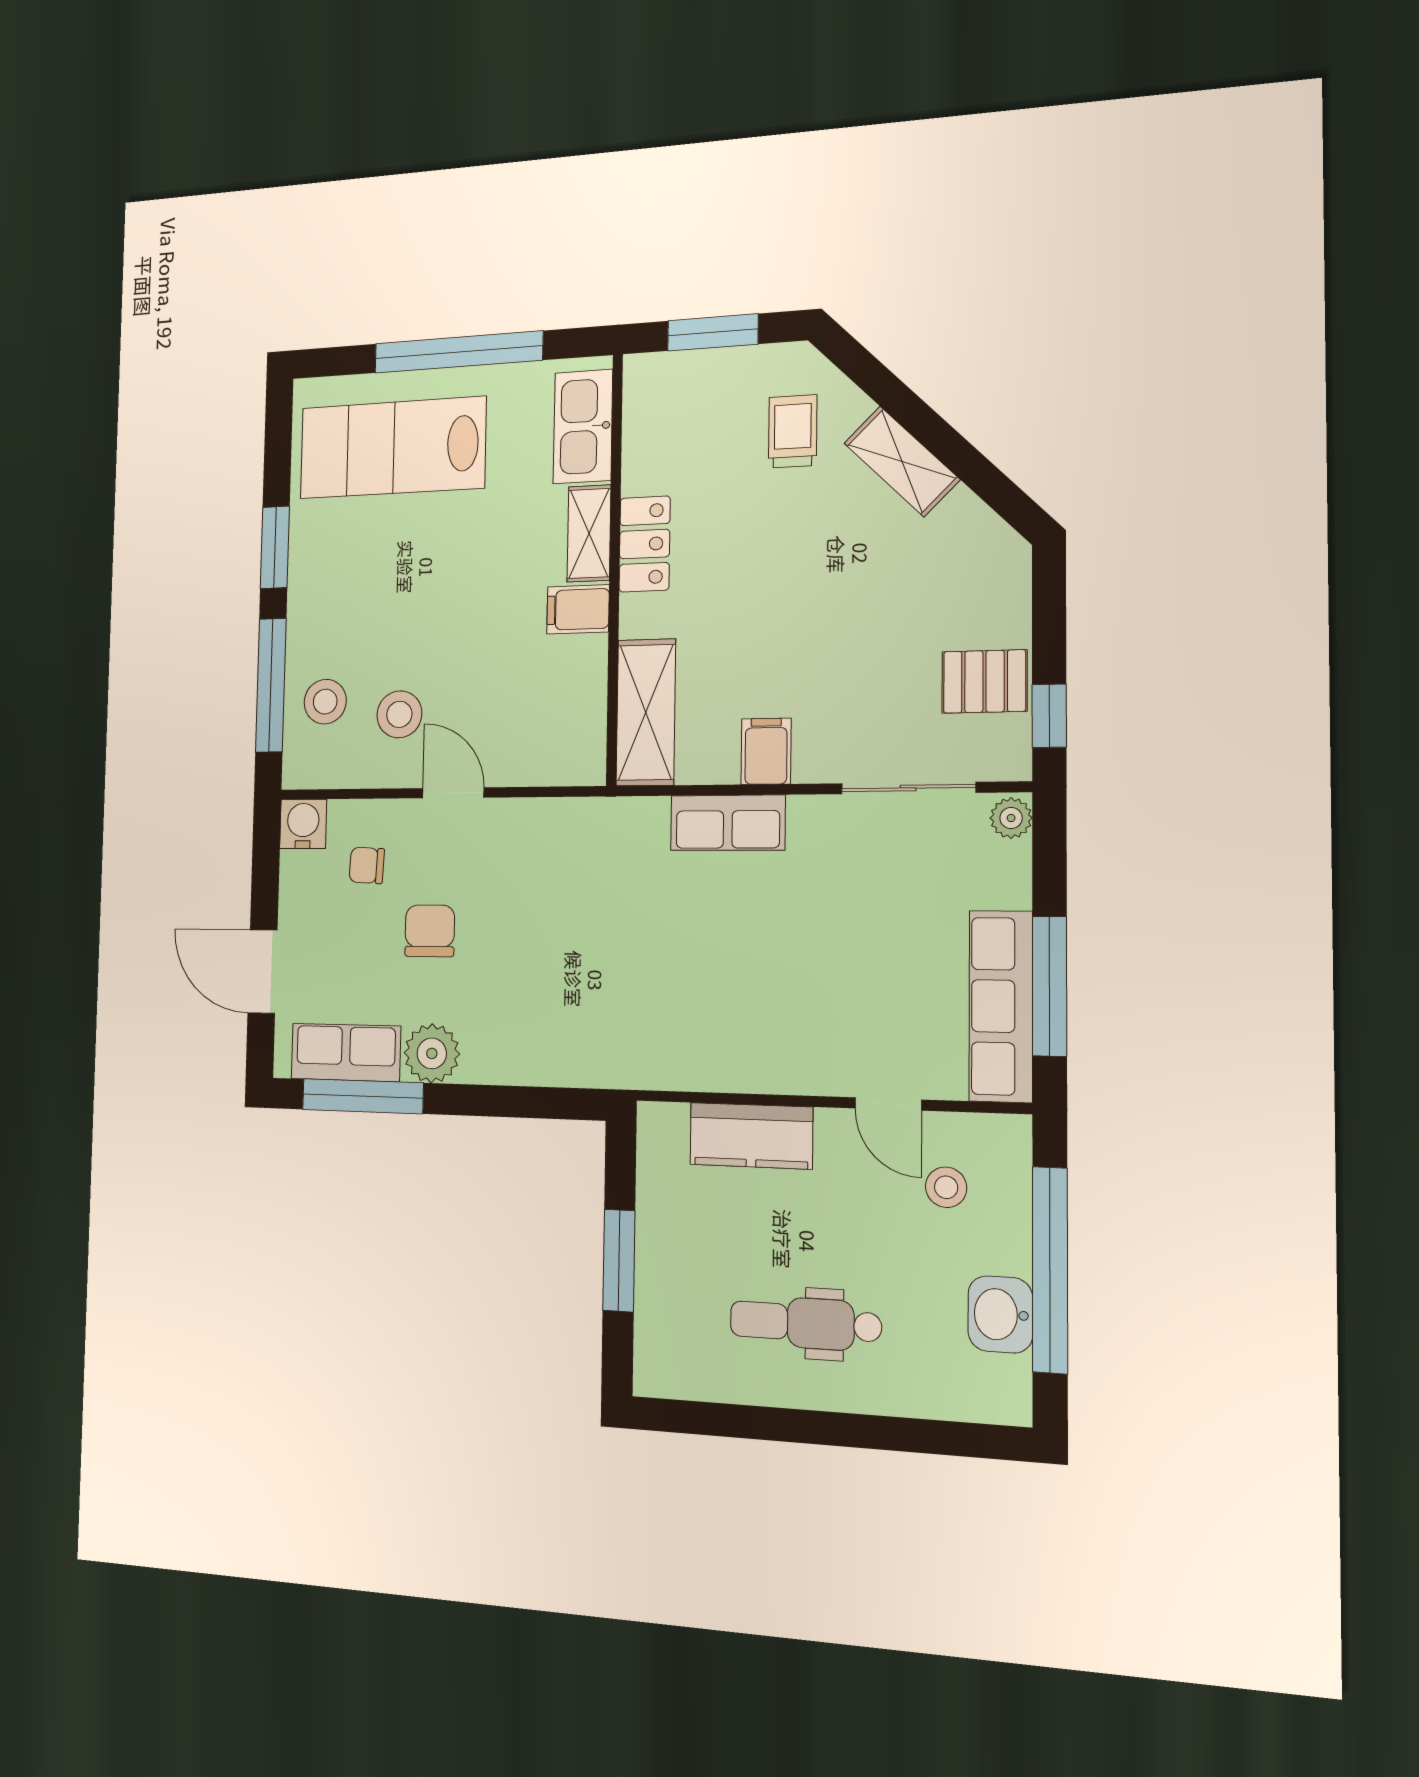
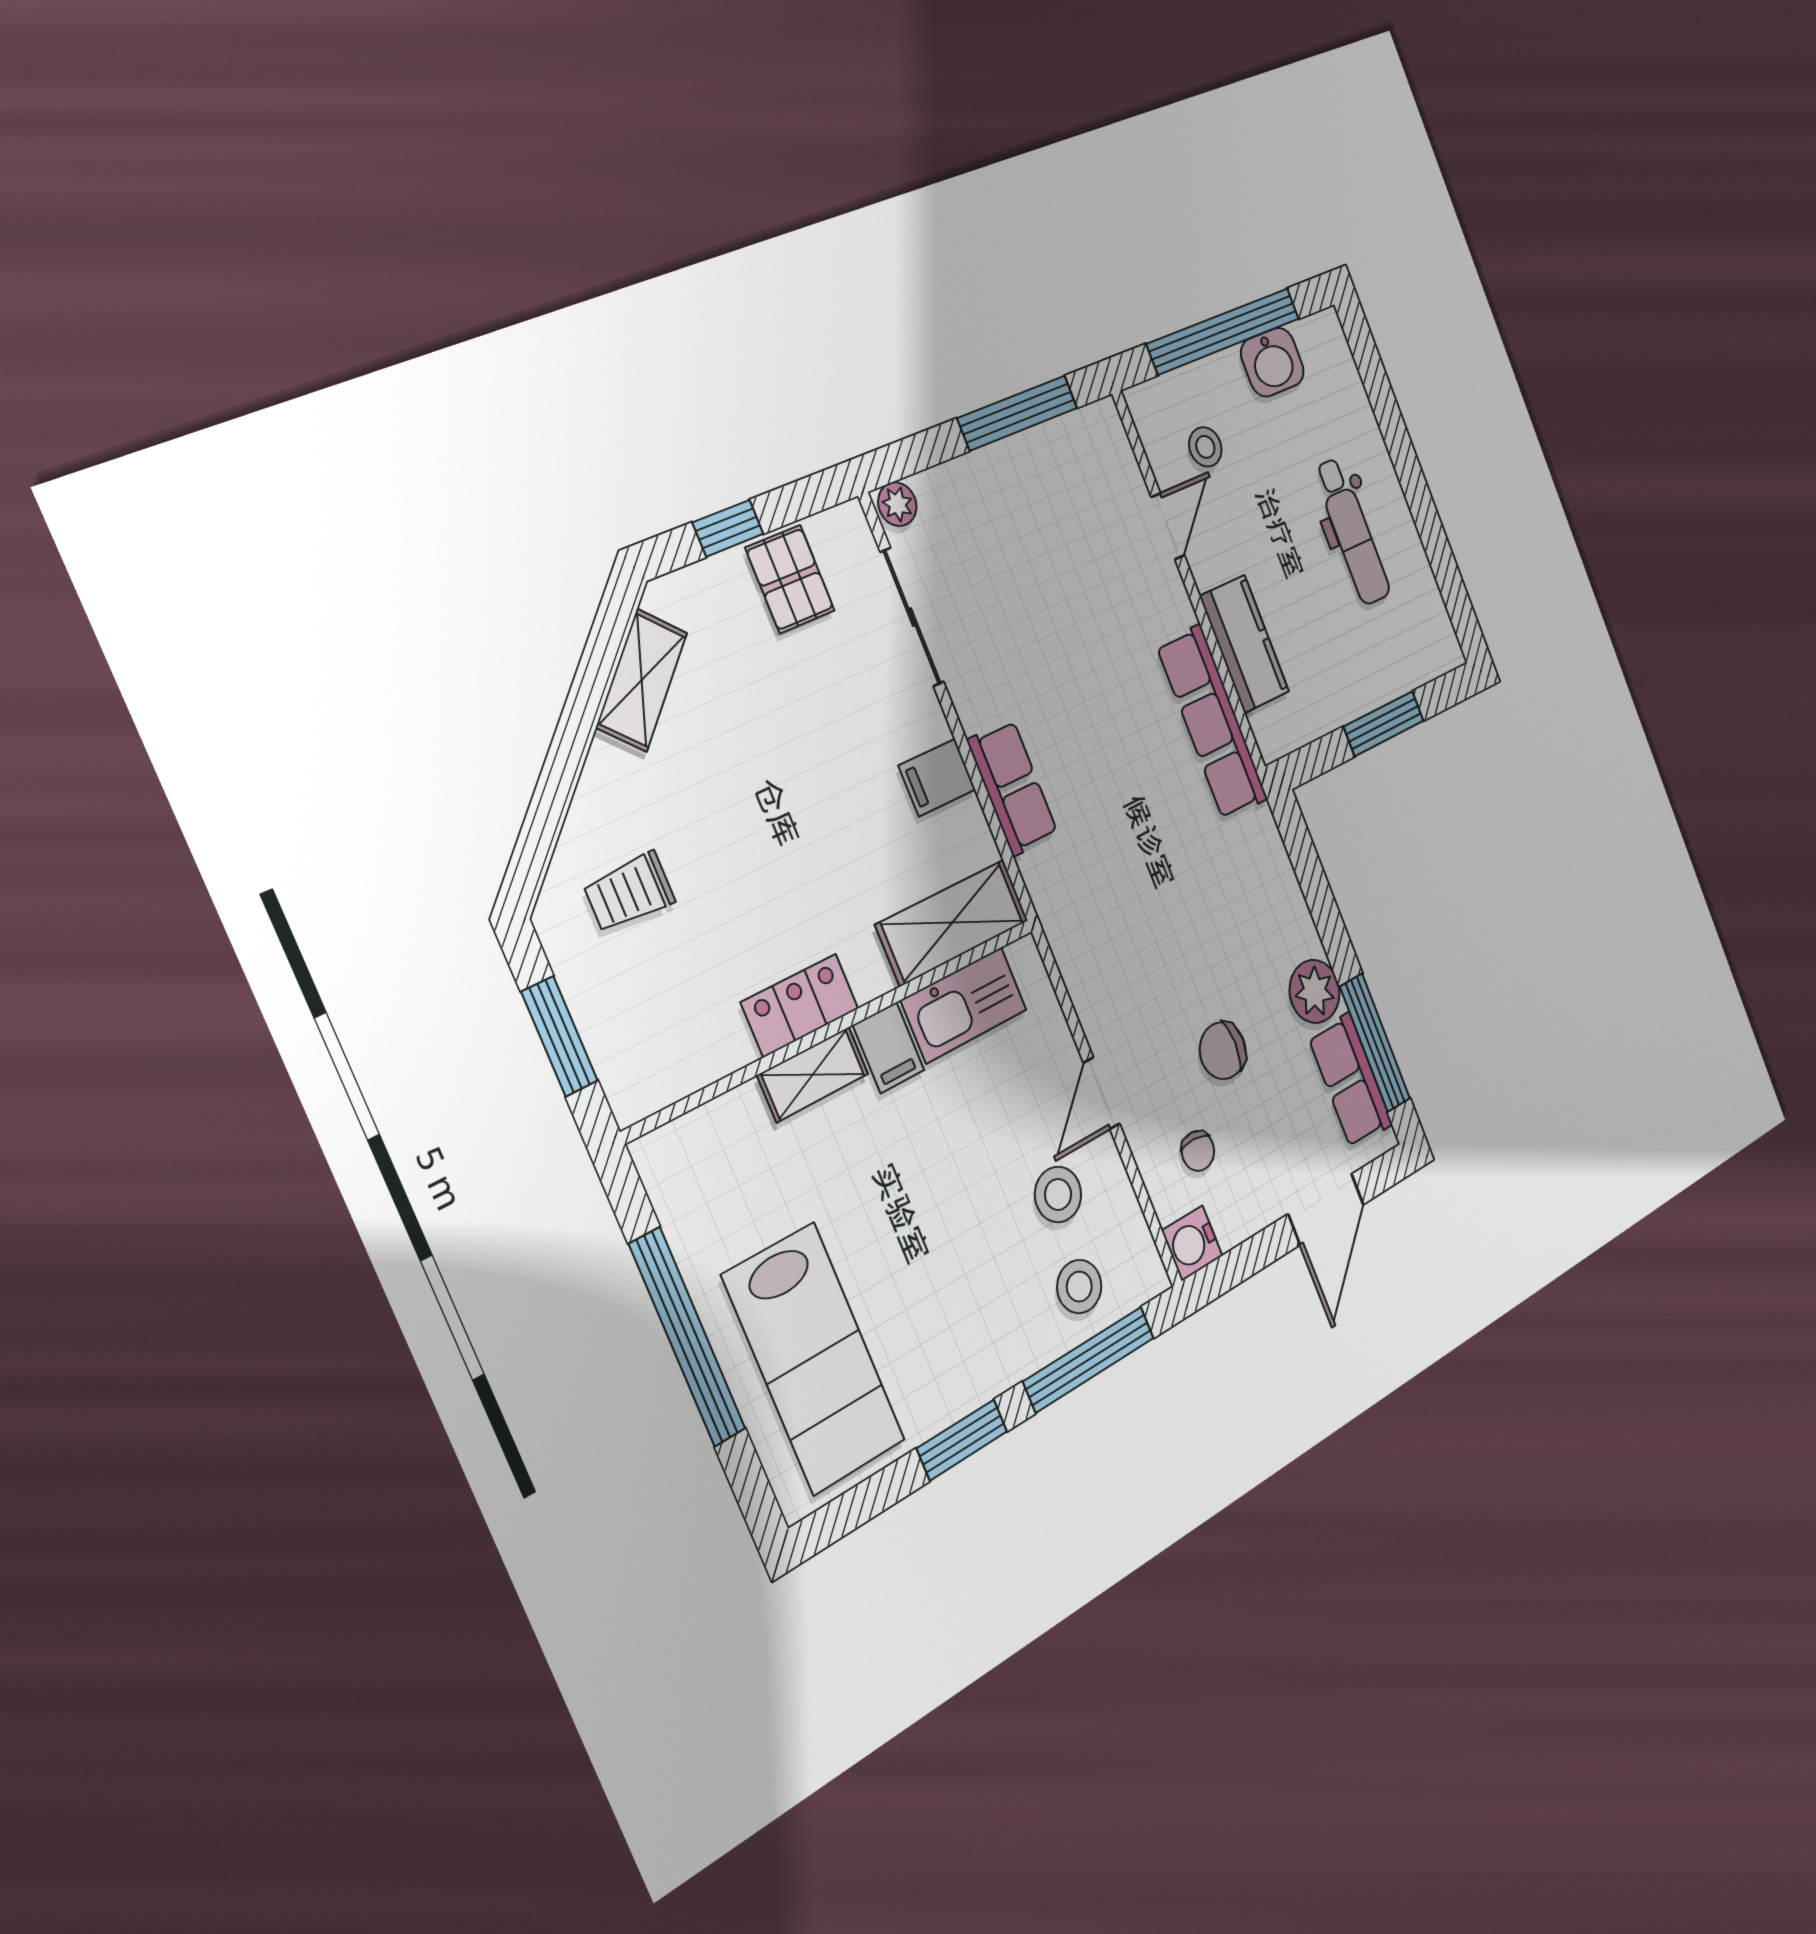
kitchen sink: (583, 426) -> (964, 1005), moved
shelving: (902, 461) -> (642, 680), moved
window: (1049, 716) -> (728, 528), moved
row of seats: (1001, 1006) -> (1212, 722), moved, turned 90

